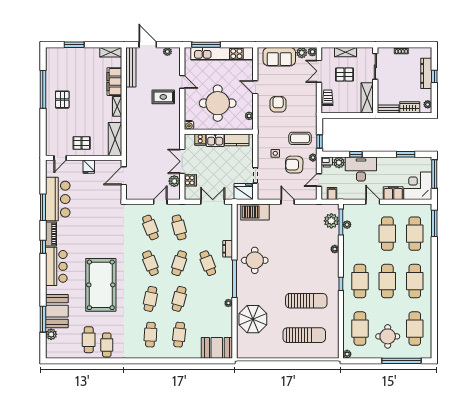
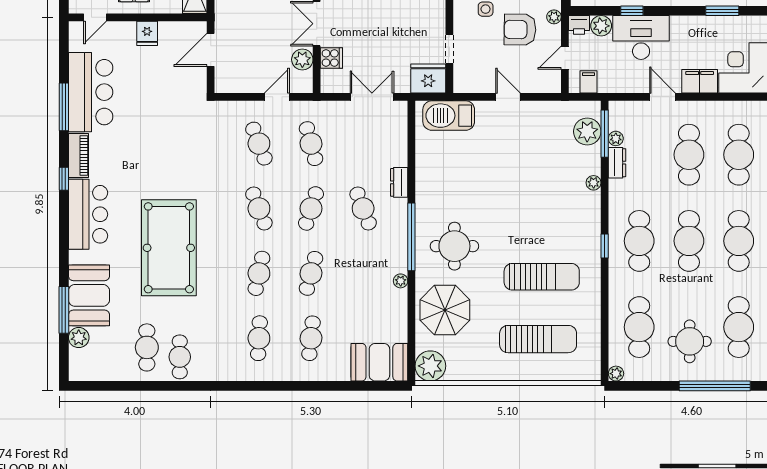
dresser: (348, 238) -> (617, 163), added
round table: (255, 260) -> (454, 246), moved
plant: (245, 350) -> (430, 366), added

